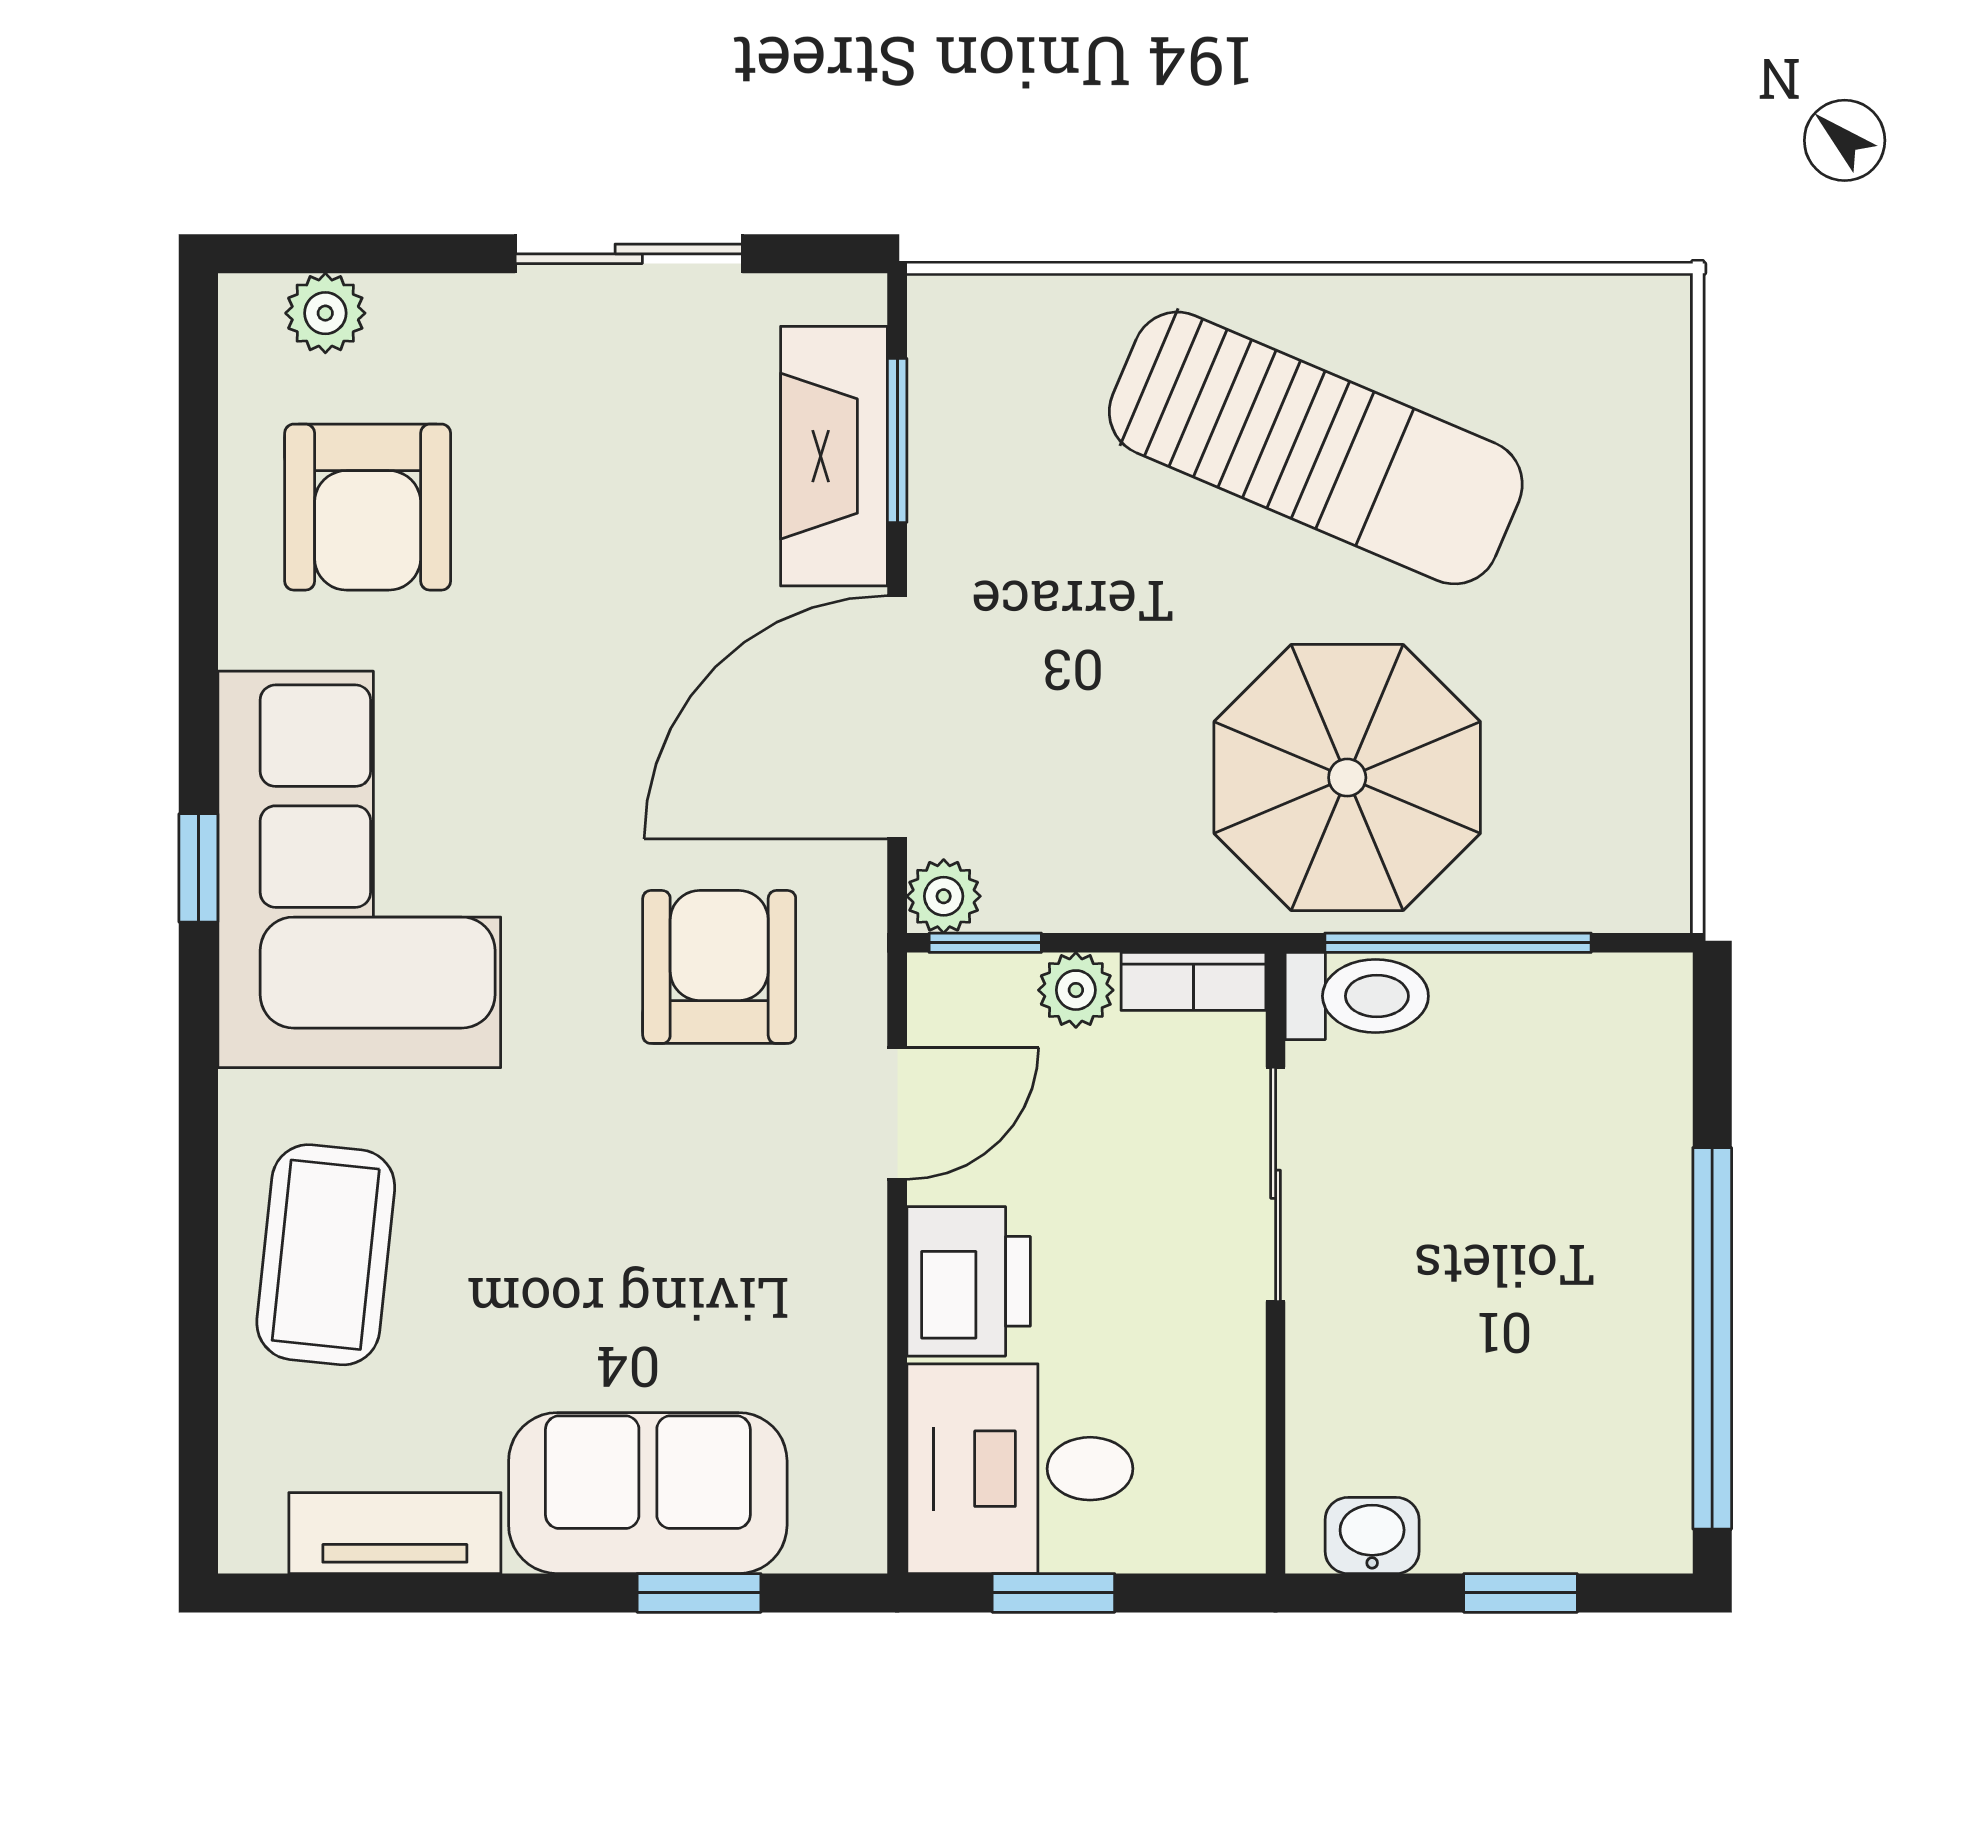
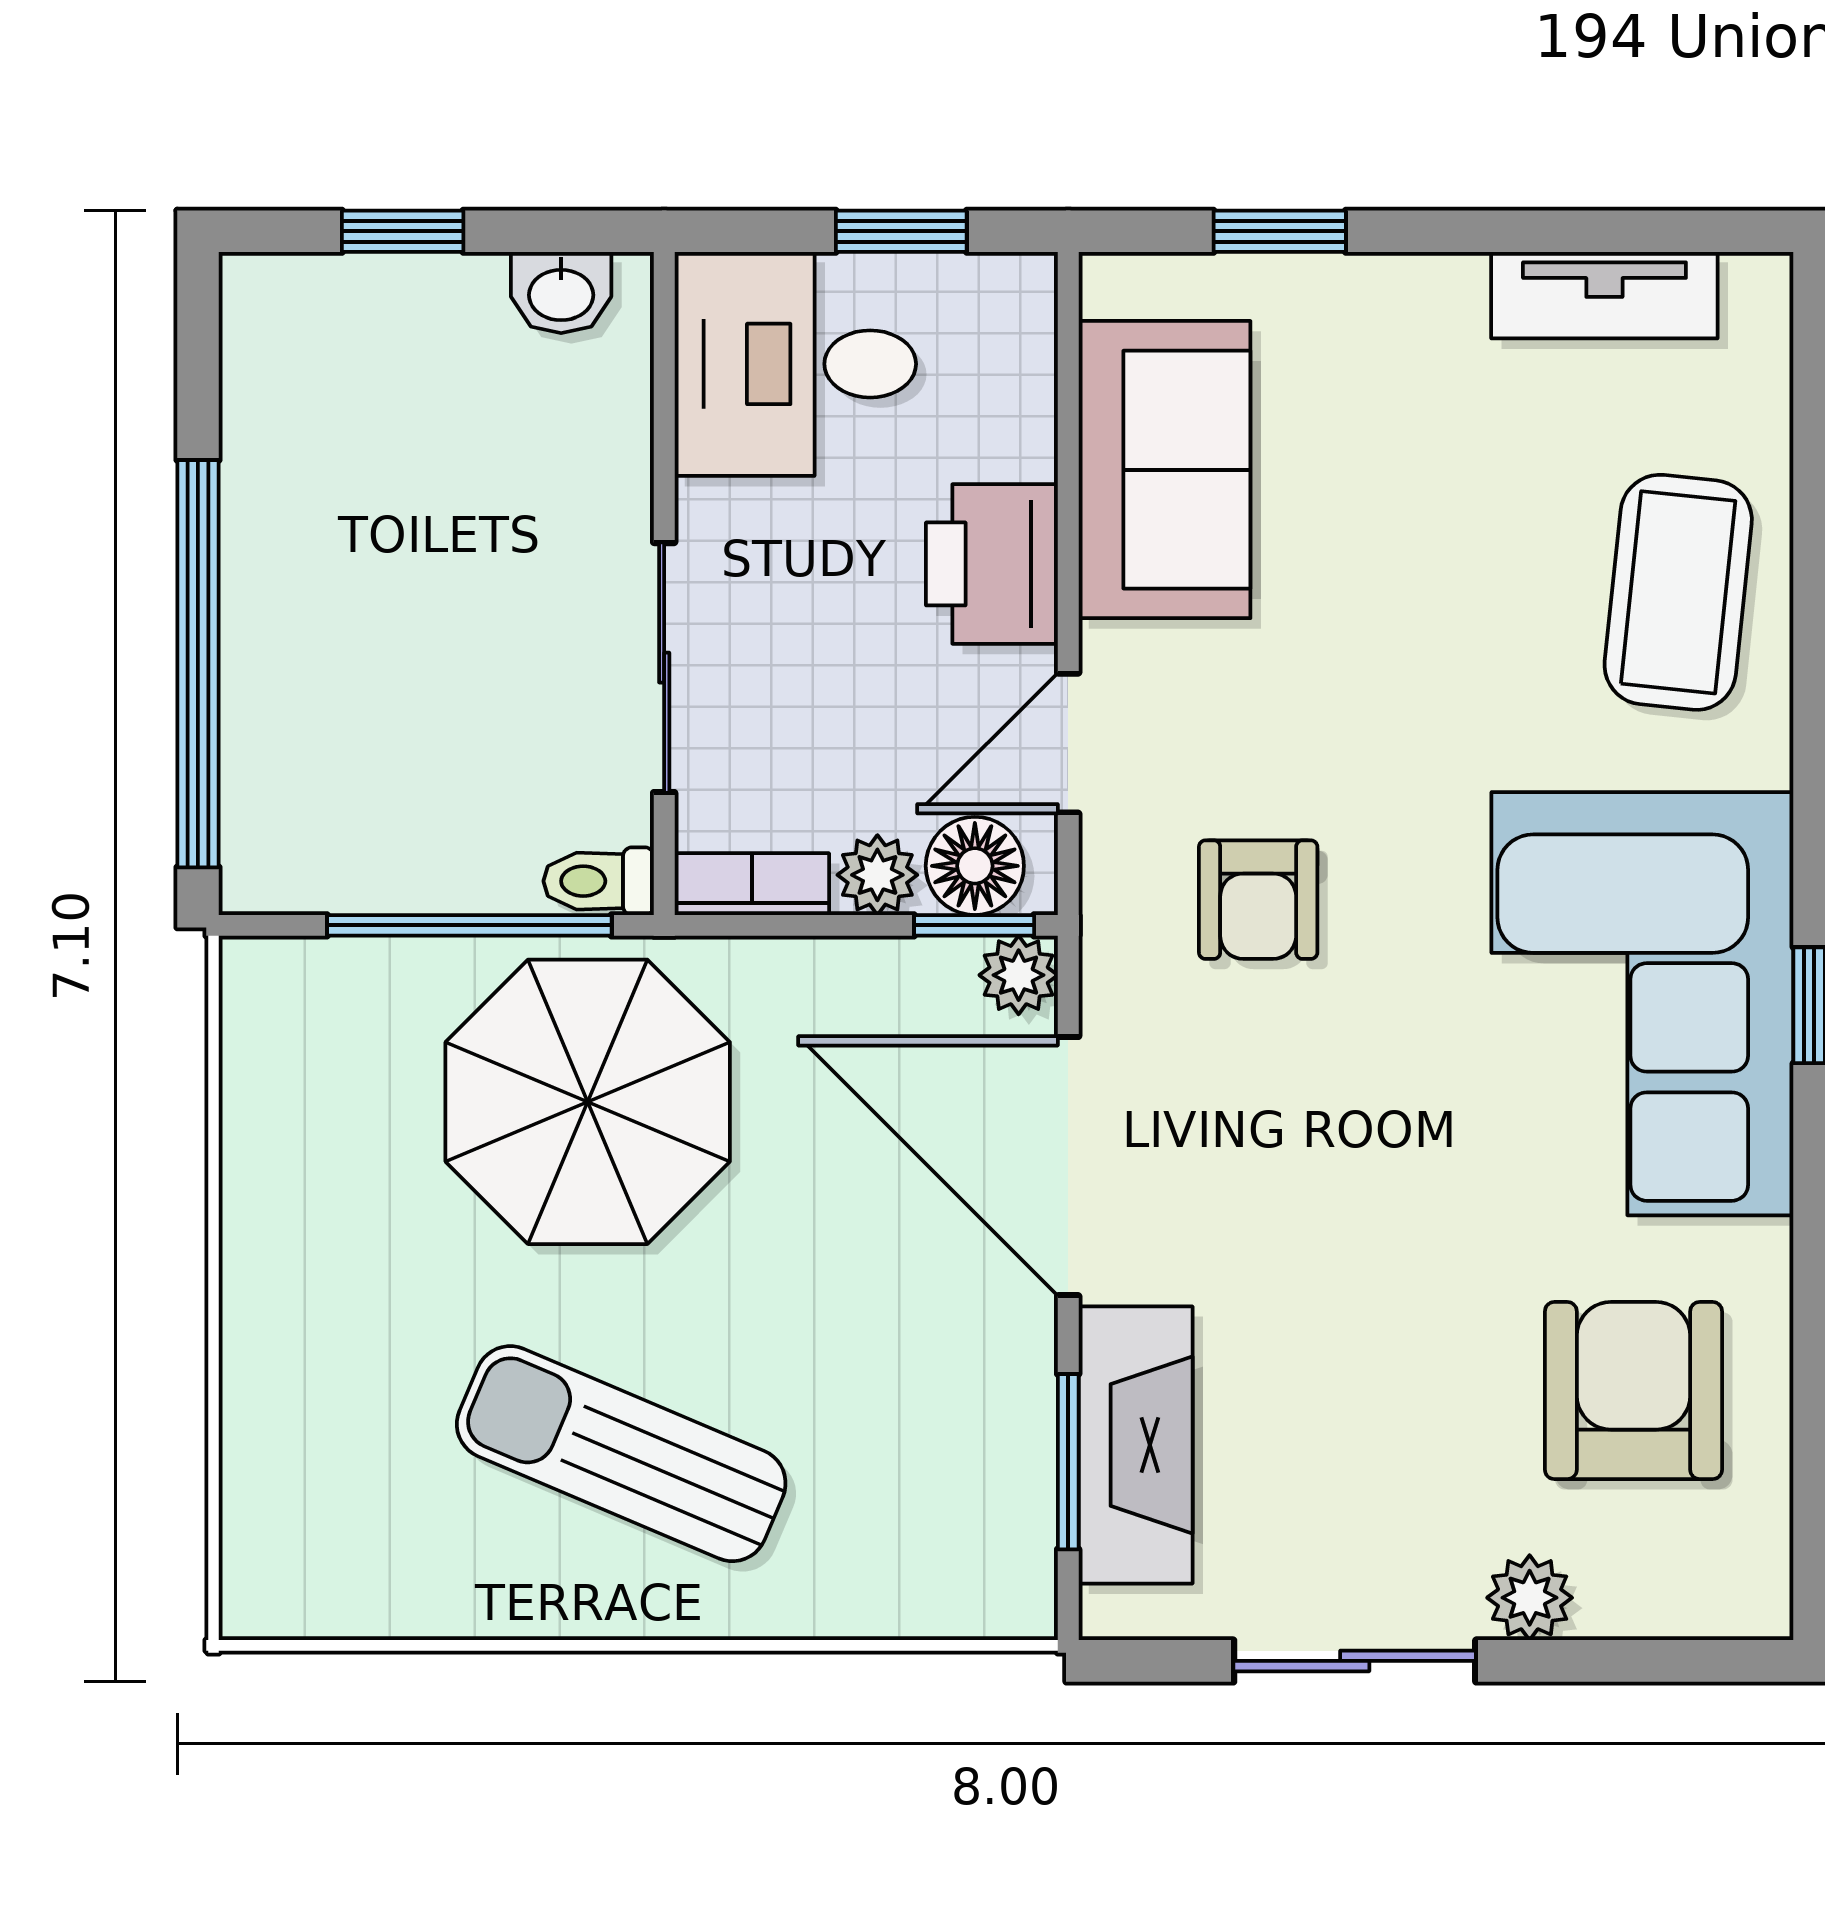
plant: (325, 313) -> (1530, 1598), moved
sun lounger: (1316, 448) -> (621, 1454), width x0.73, depth x0.75
door: (897, 717) -> (1068, 1166), swing flipped
armchair: (719, 967) -> (1258, 900), width x0.72, depth x0.72
toilet: (1357, 996) -> (599, 881), width x0.73, depth x0.72
floor lamp: (985, 998) -> (975, 866), added
window: (1712, 1338) -> (198, 664), moved
desk: (1020, 1469) -> (795, 364), moved, turned 180
sofa: (648, 1493) -> (1165, 470), moved, turned -90

